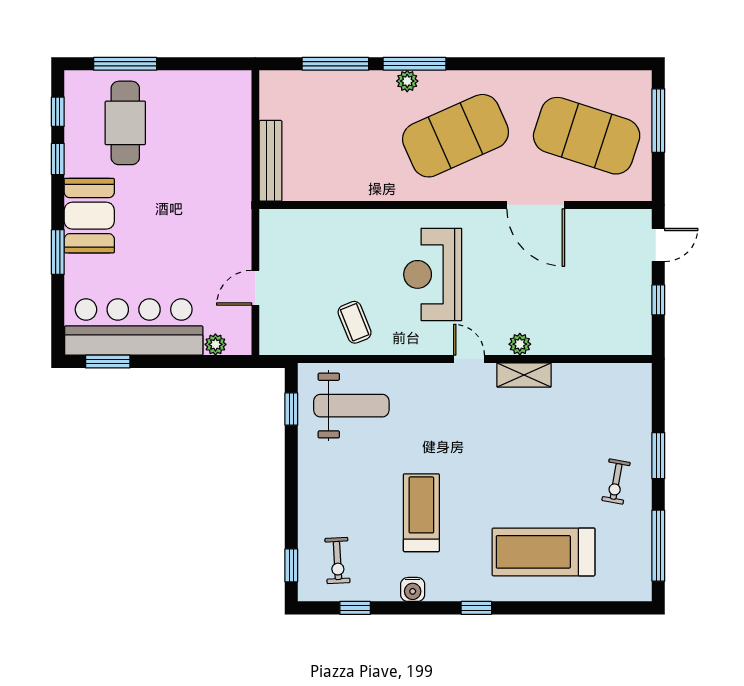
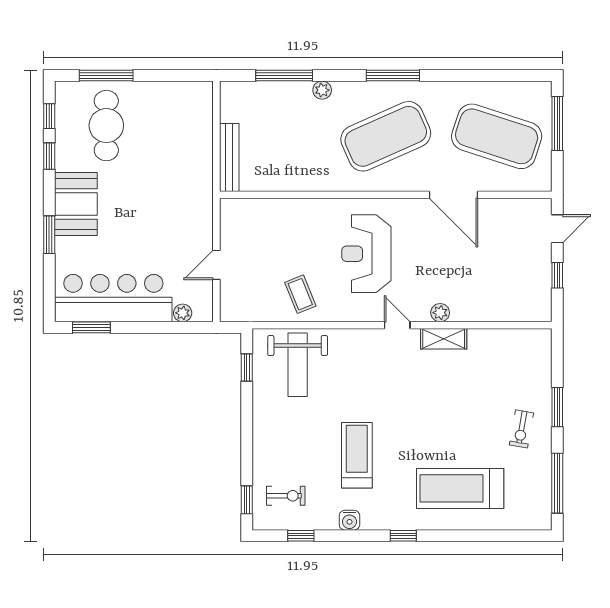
window: (415, 64) -> (393, 76), moved
plant: (407, 81) -> (322, 90), moved
weight bench: (351, 406) -> (298, 365), turned 90
exercise bike: (337, 561) -> (286, 496), turned -87

